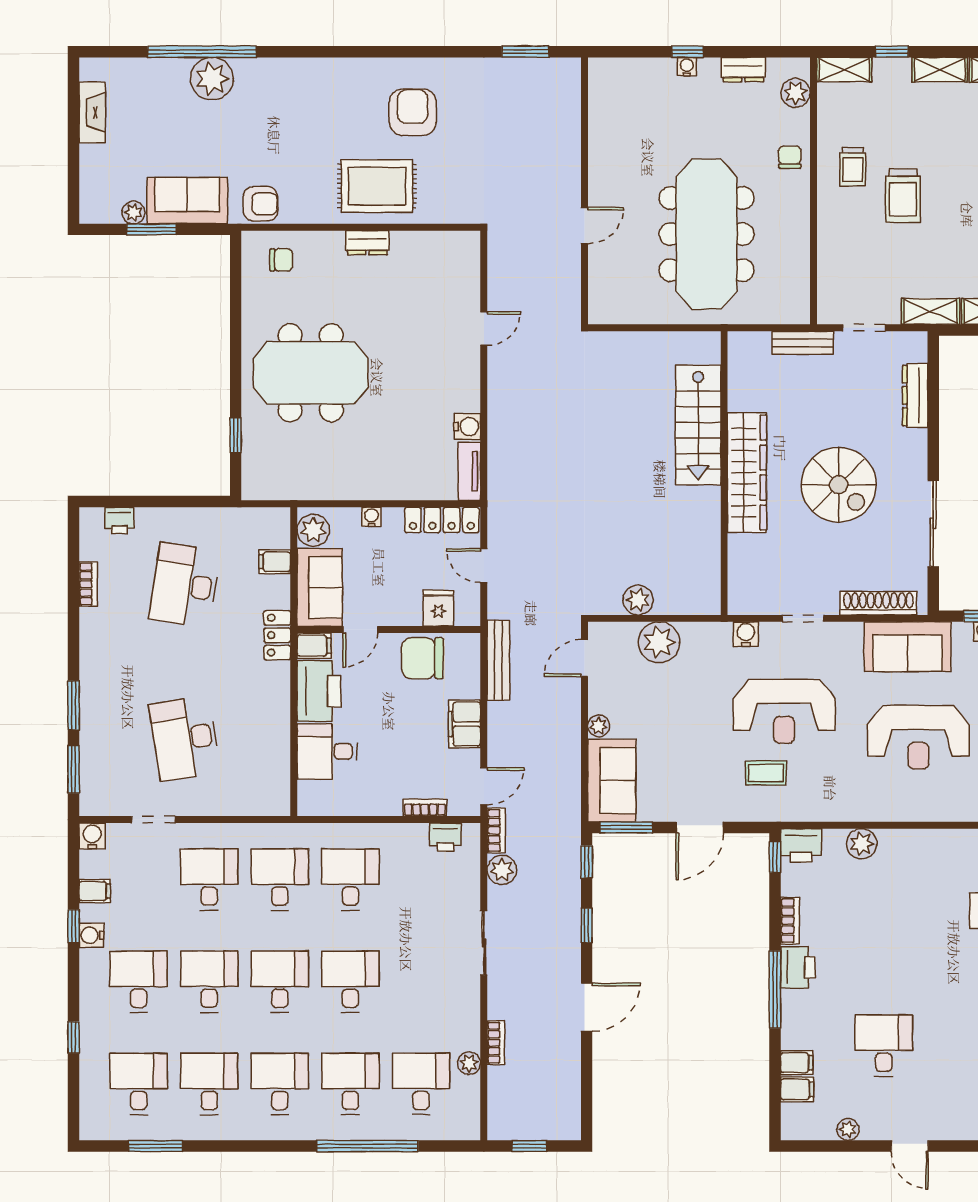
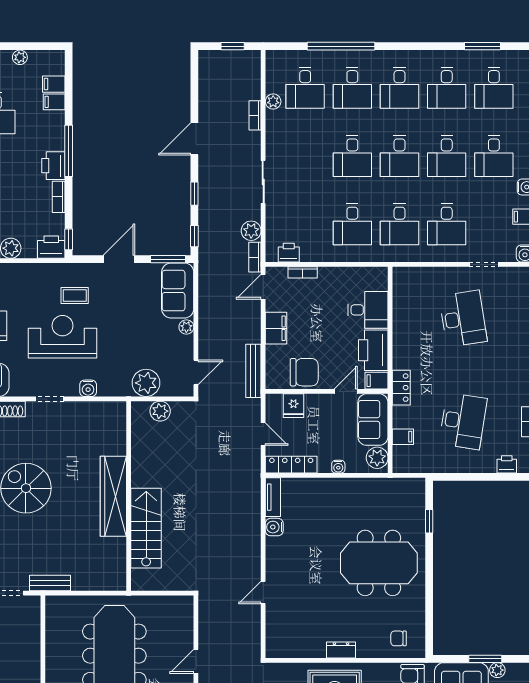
stairs: (698, 425) -> (146, 528), moved
wall: (724, 473) -> (129, 496), moved
wardrobe: (747, 473) -> (113, 496), moved

